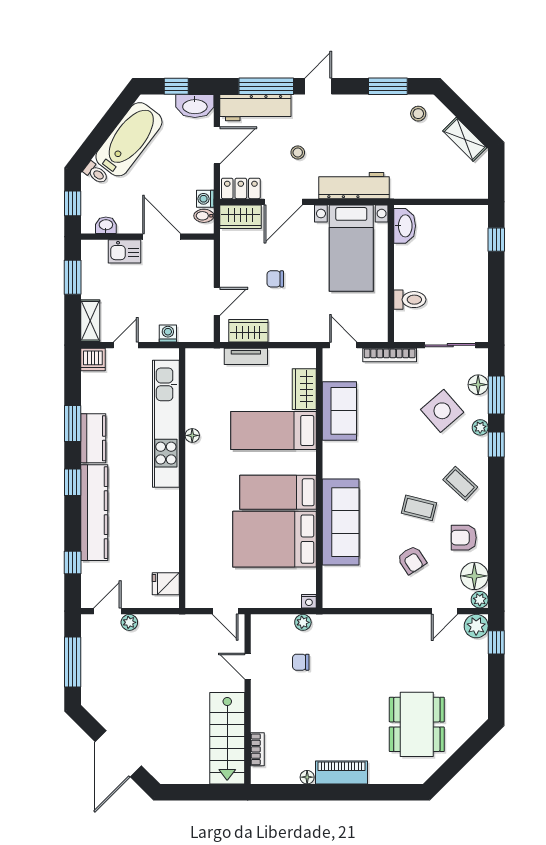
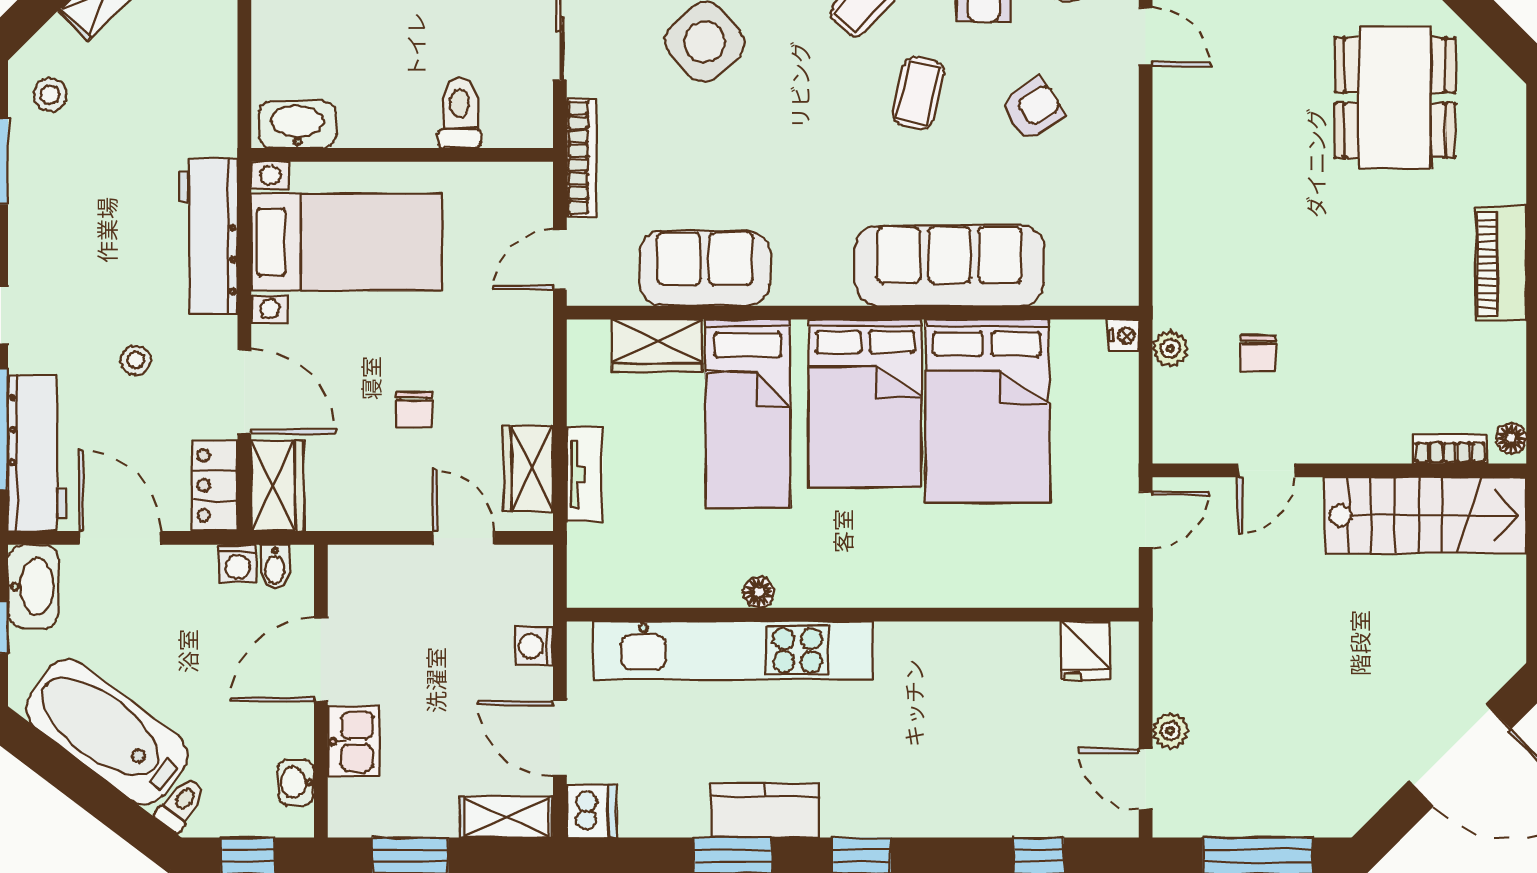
door: (126, 345) -> (560, 738), width x1.38
bed: (278, 492) -> (865, 403), width x1.50
kitchen counter: (94, 513) -> (929, 808), removed
dining table: (417, 724) -> (1395, 98), turned 90
floor lamp: (307, 777) -> (1511, 438), moved

